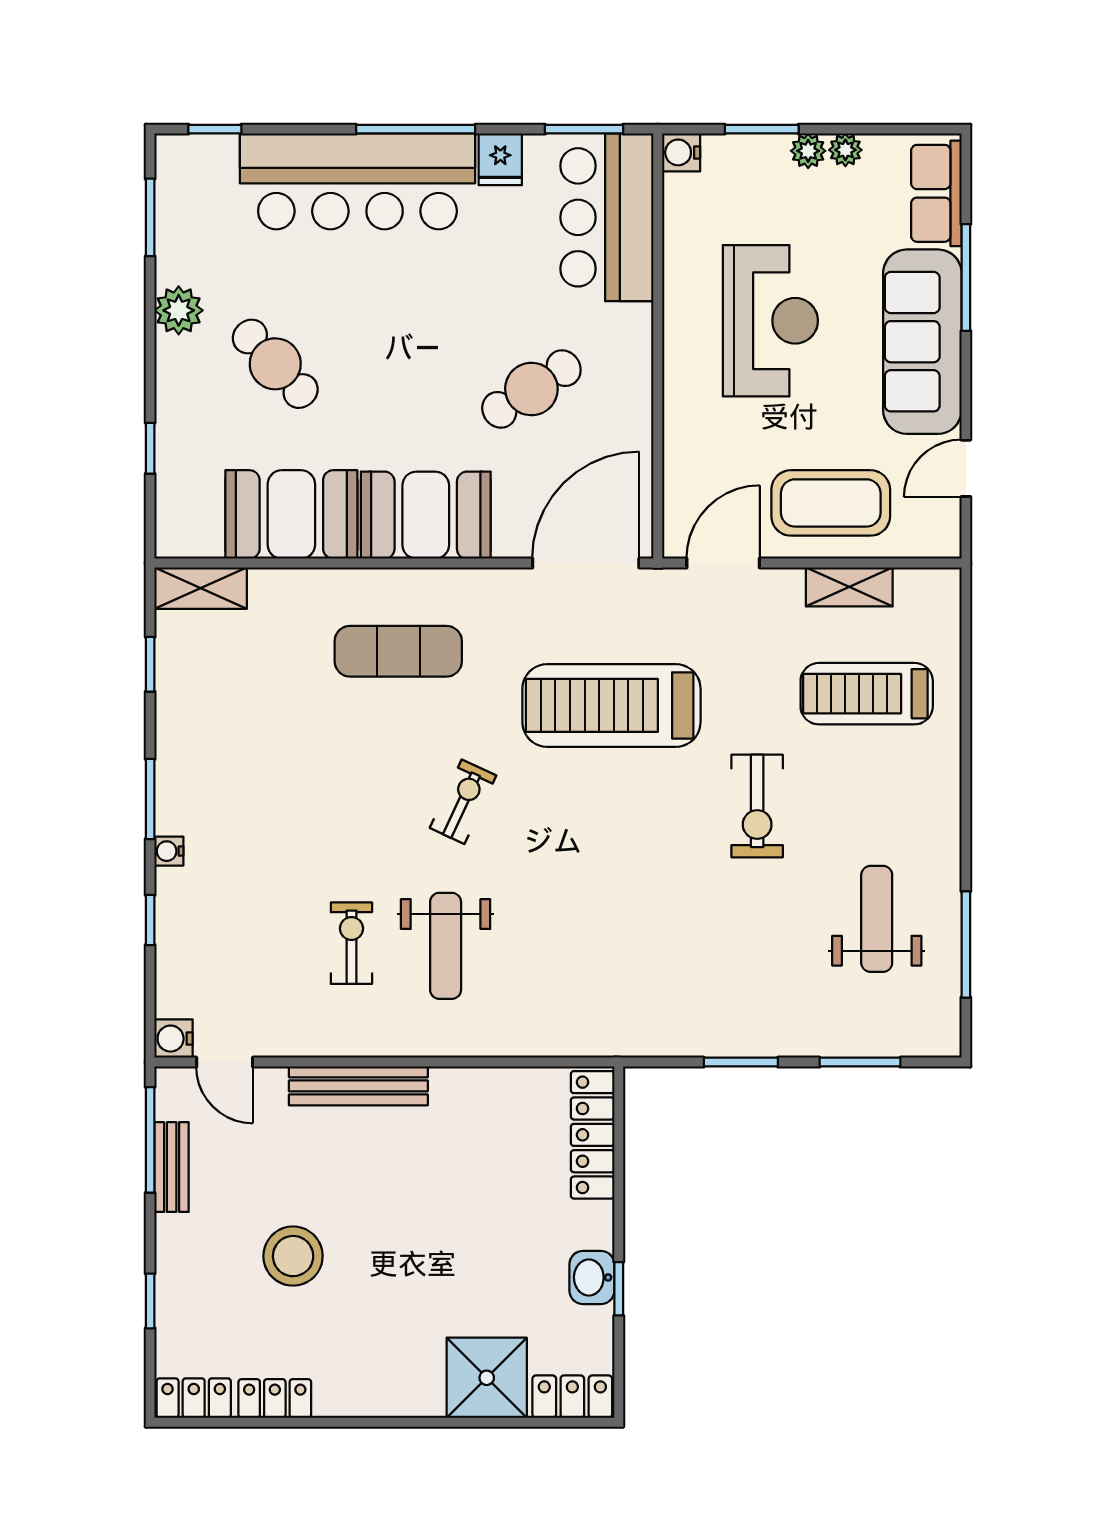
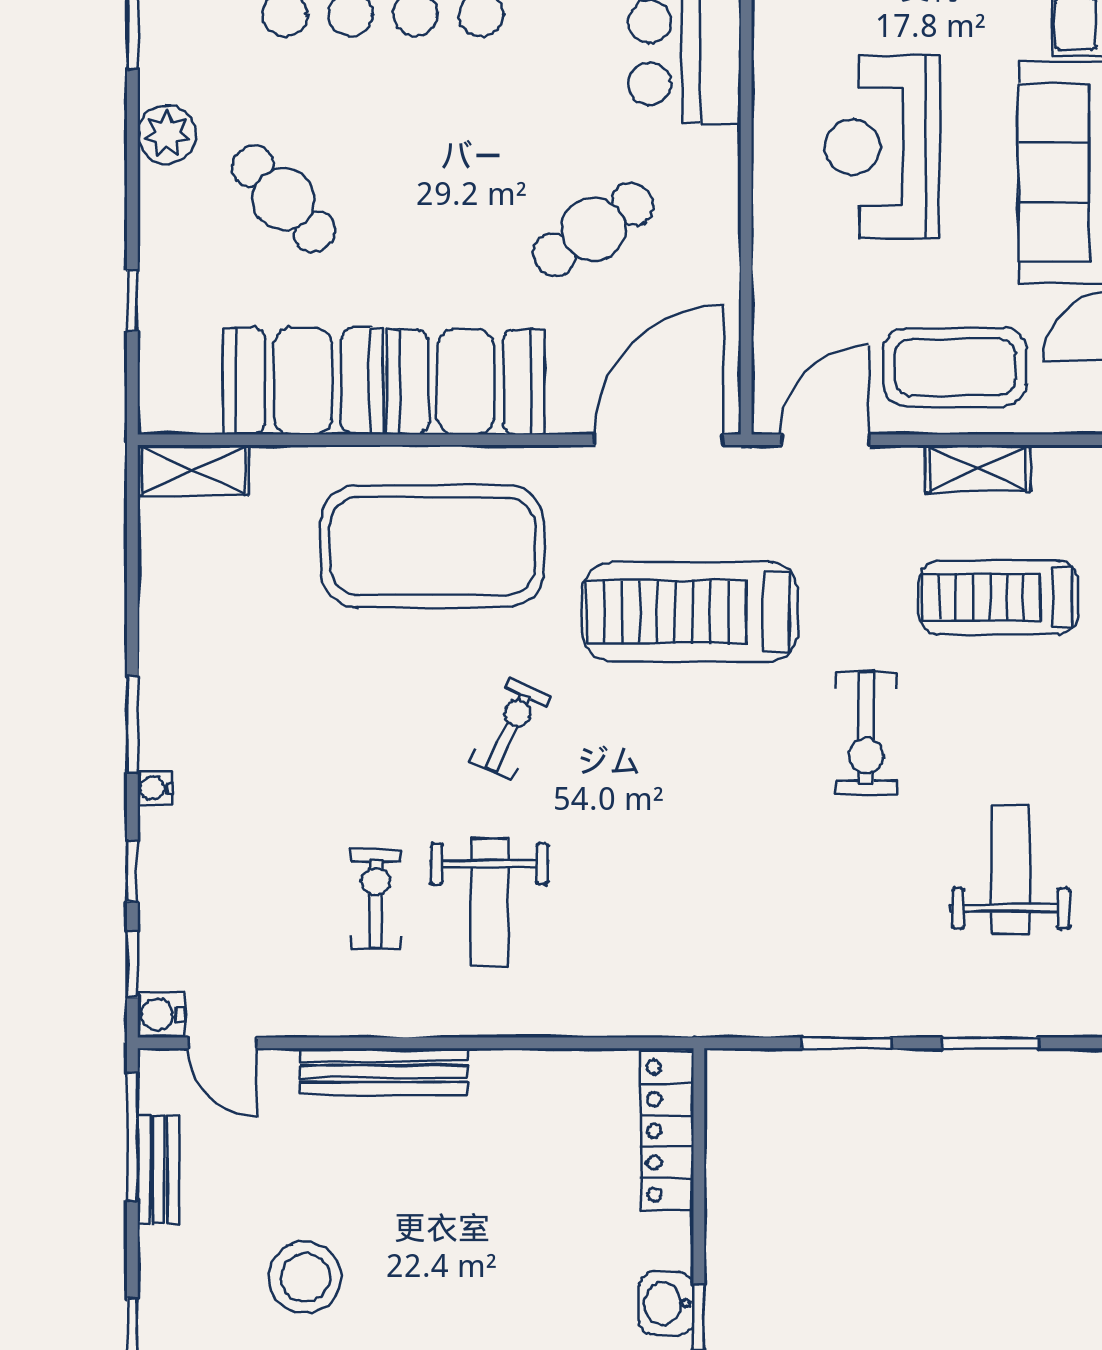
reception desk: (770, 321) -> (882, 147), turned 180
exercise mat: (398, 651) -> (432, 546), width x2.00, depth x1.45
window: (150, 664) -> (132, 964), moved

